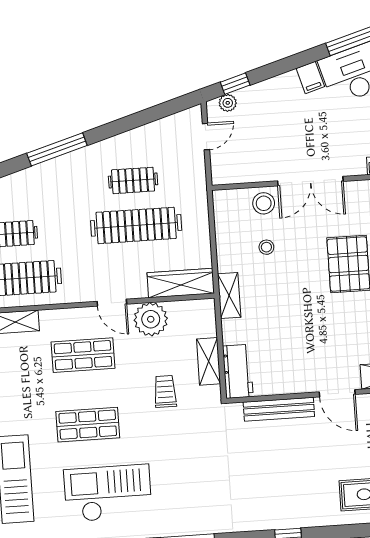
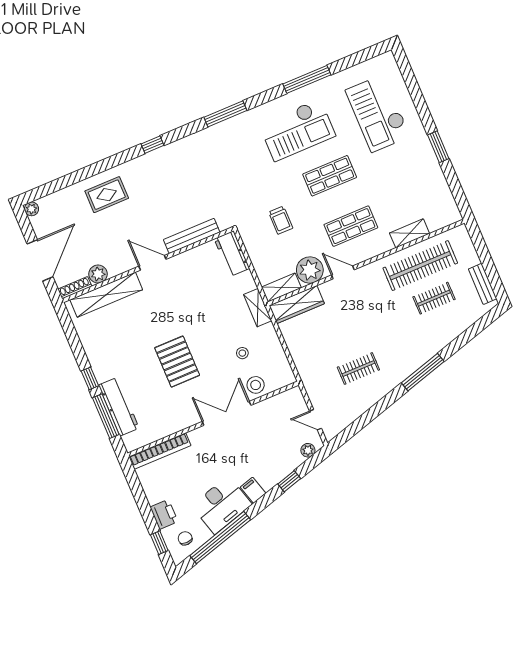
window: (235, 84) -> (289, 481), moved
door: (206, 137) -> (315, 420), hinge flipped
clothes rail: (136, 225) -> (345, 336), removed
shelving: (209, 361) -> (281, 288), moved, turned 90

